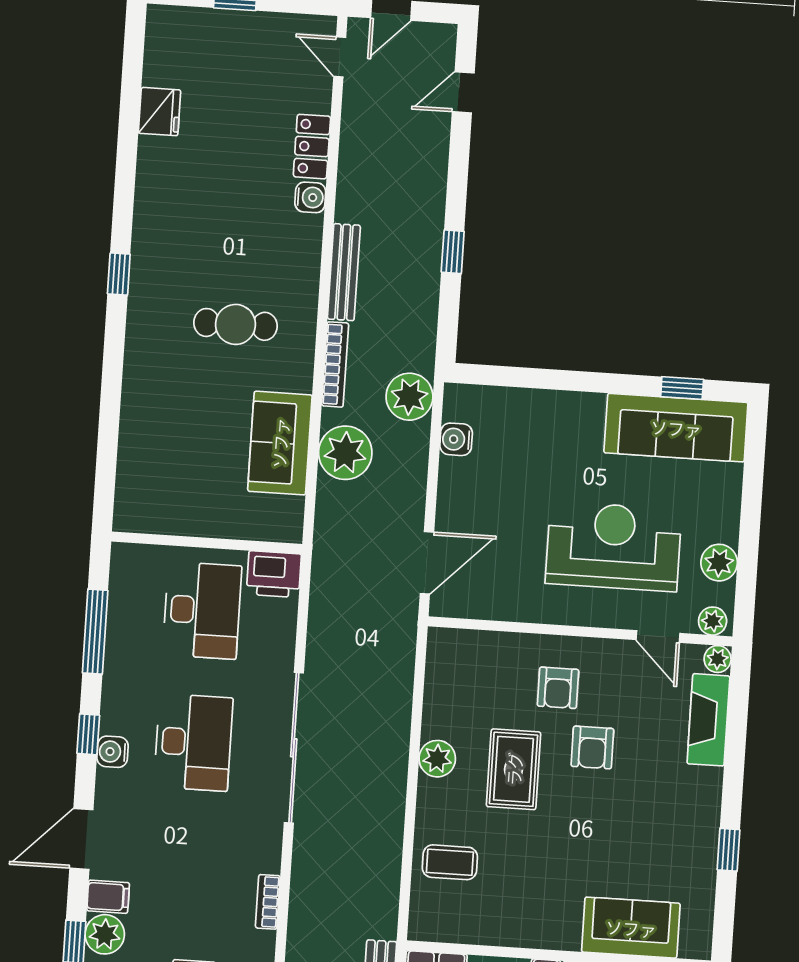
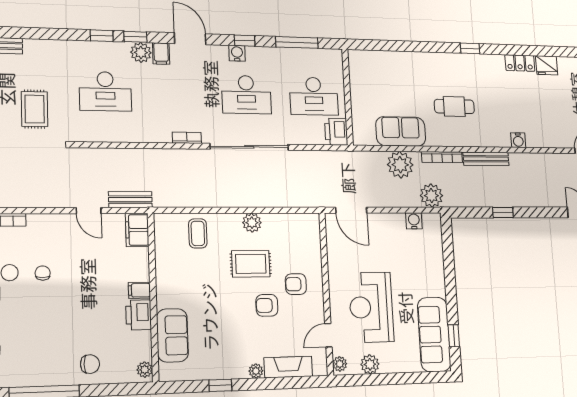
locker: (312, 147) -> (520, 63), moved, turned 180
cafe table: (236, 324) -> (454, 106), turned 90
reception desk: (613, 546) -> (371, 307), turned 180
plant: (718, 659) -> (256, 371), moved
bookcase: (268, 902) -> (187, 138), moved

